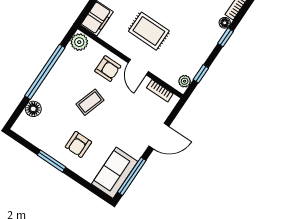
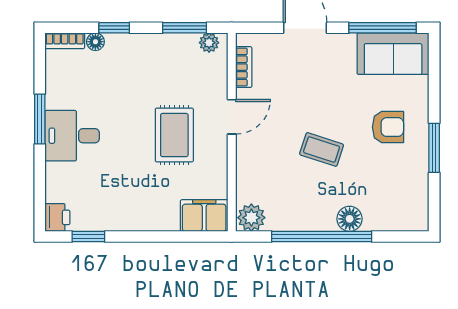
armchair: (108, 69) -> (261, 156), removed
window: (201, 74) -> (185, 28), width x1.50
floor lamp: (33, 109) -> (350, 219), moved

